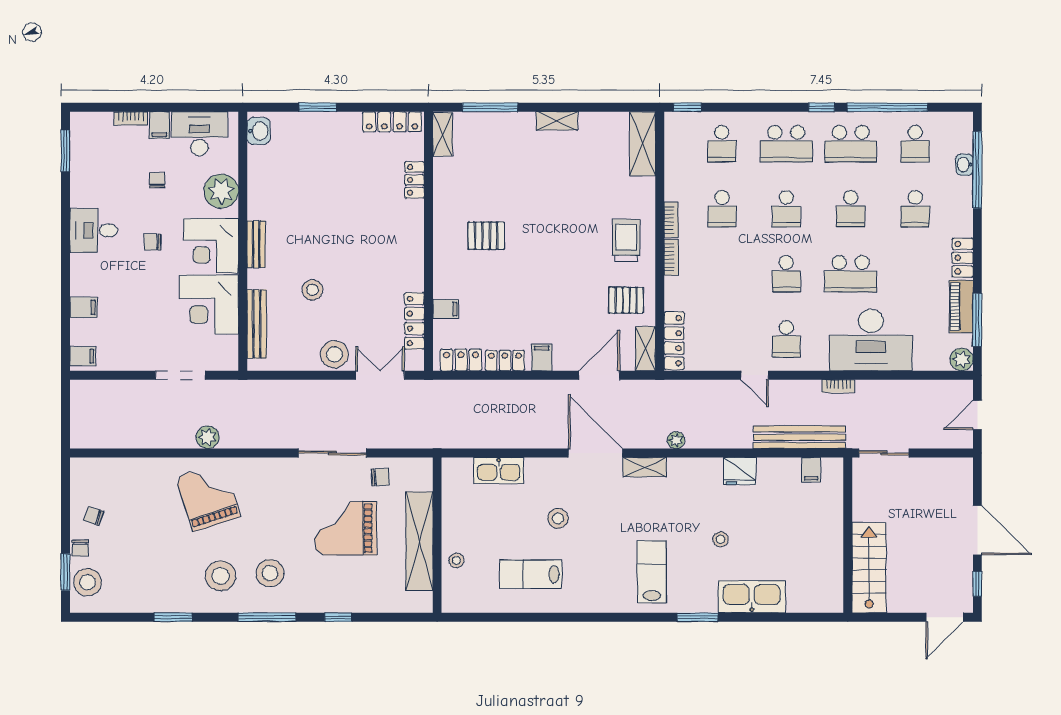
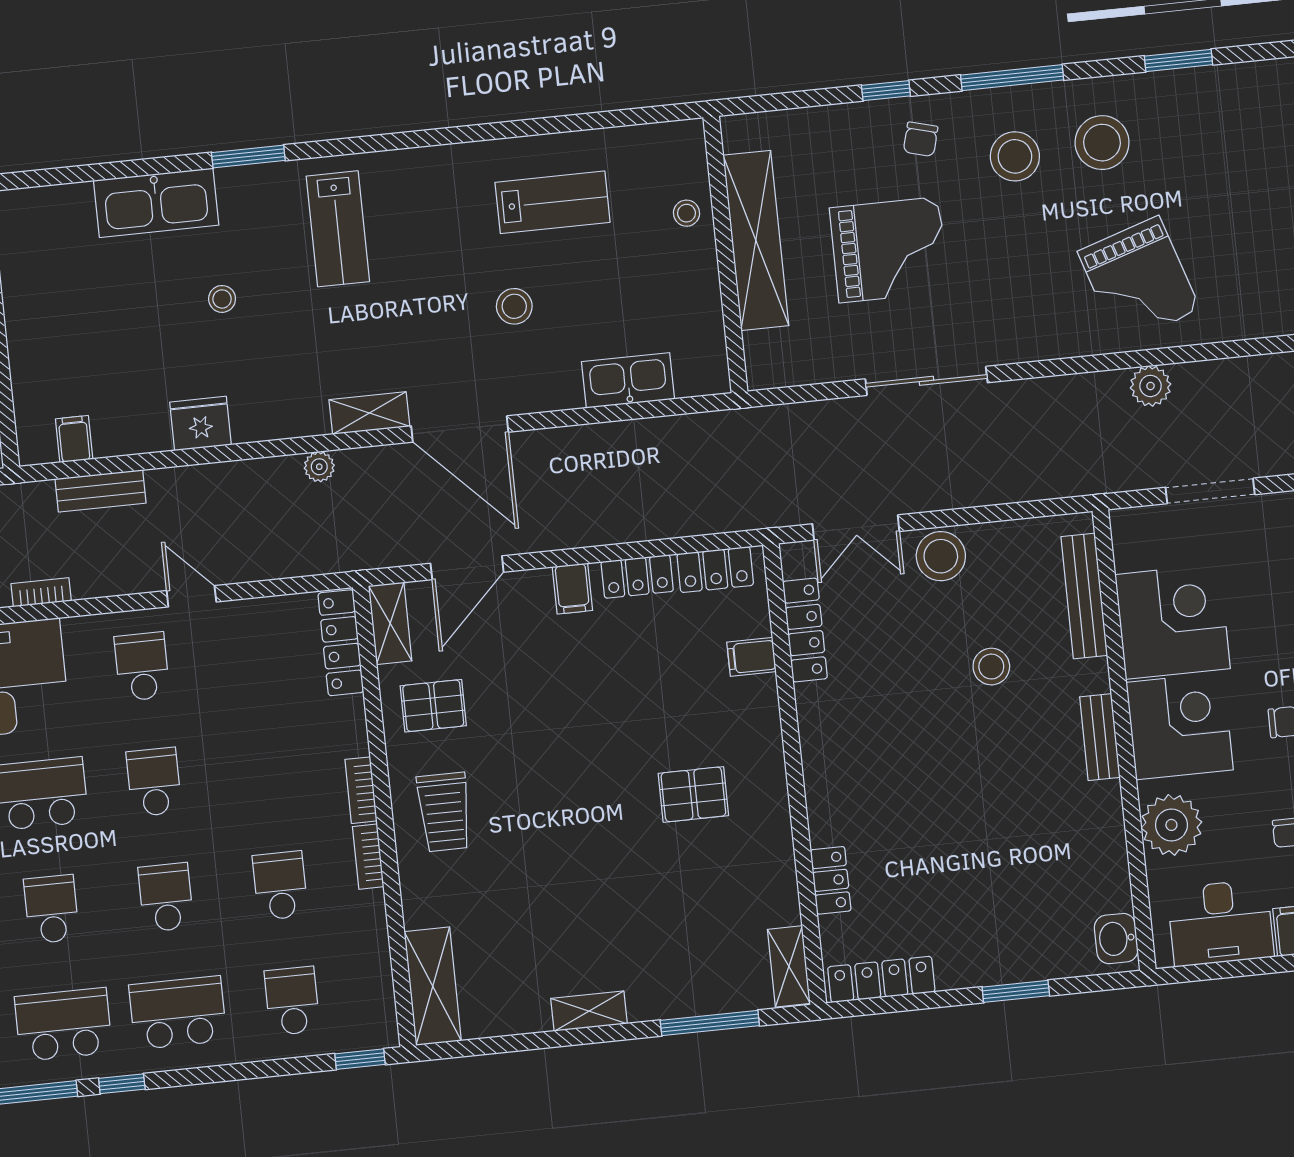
bench: (799, 437) -> (100, 491), width x0.54, depth x0.82
chair: (380, 477) -> (921, 139), moved, turned -72

